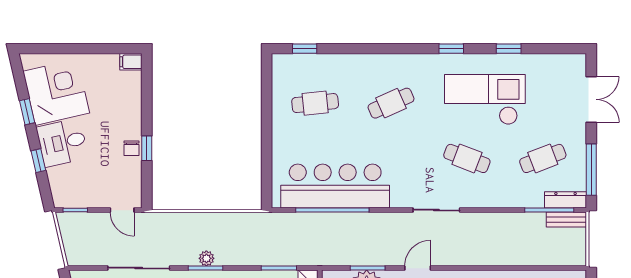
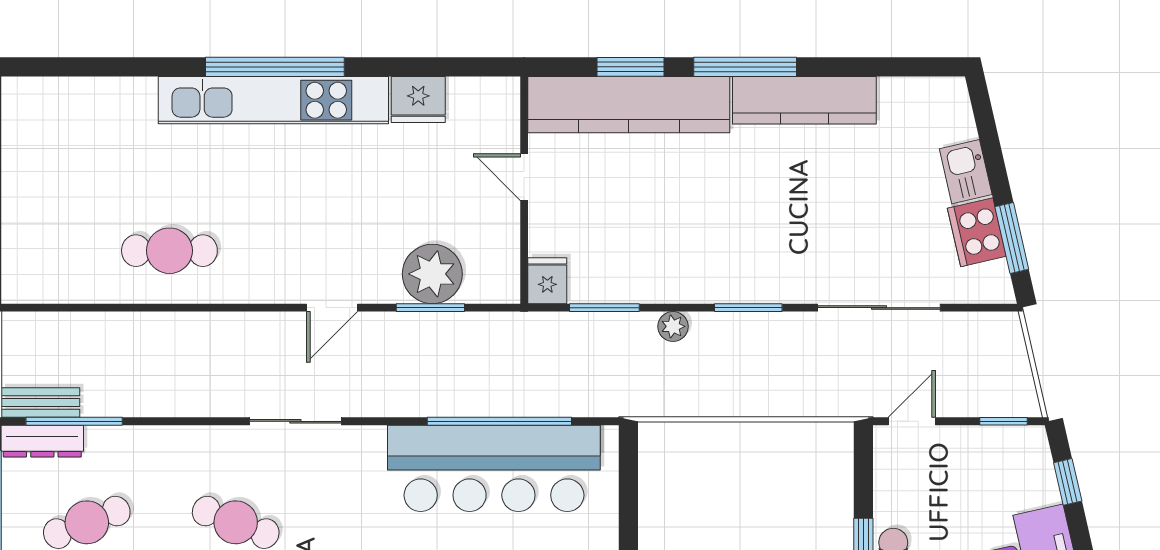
window: (38, 161) -> (1068, 482), moved
door: (122, 210) -> (912, 421), hinge flipped
plant: (206, 258) -> (673, 326), moved

